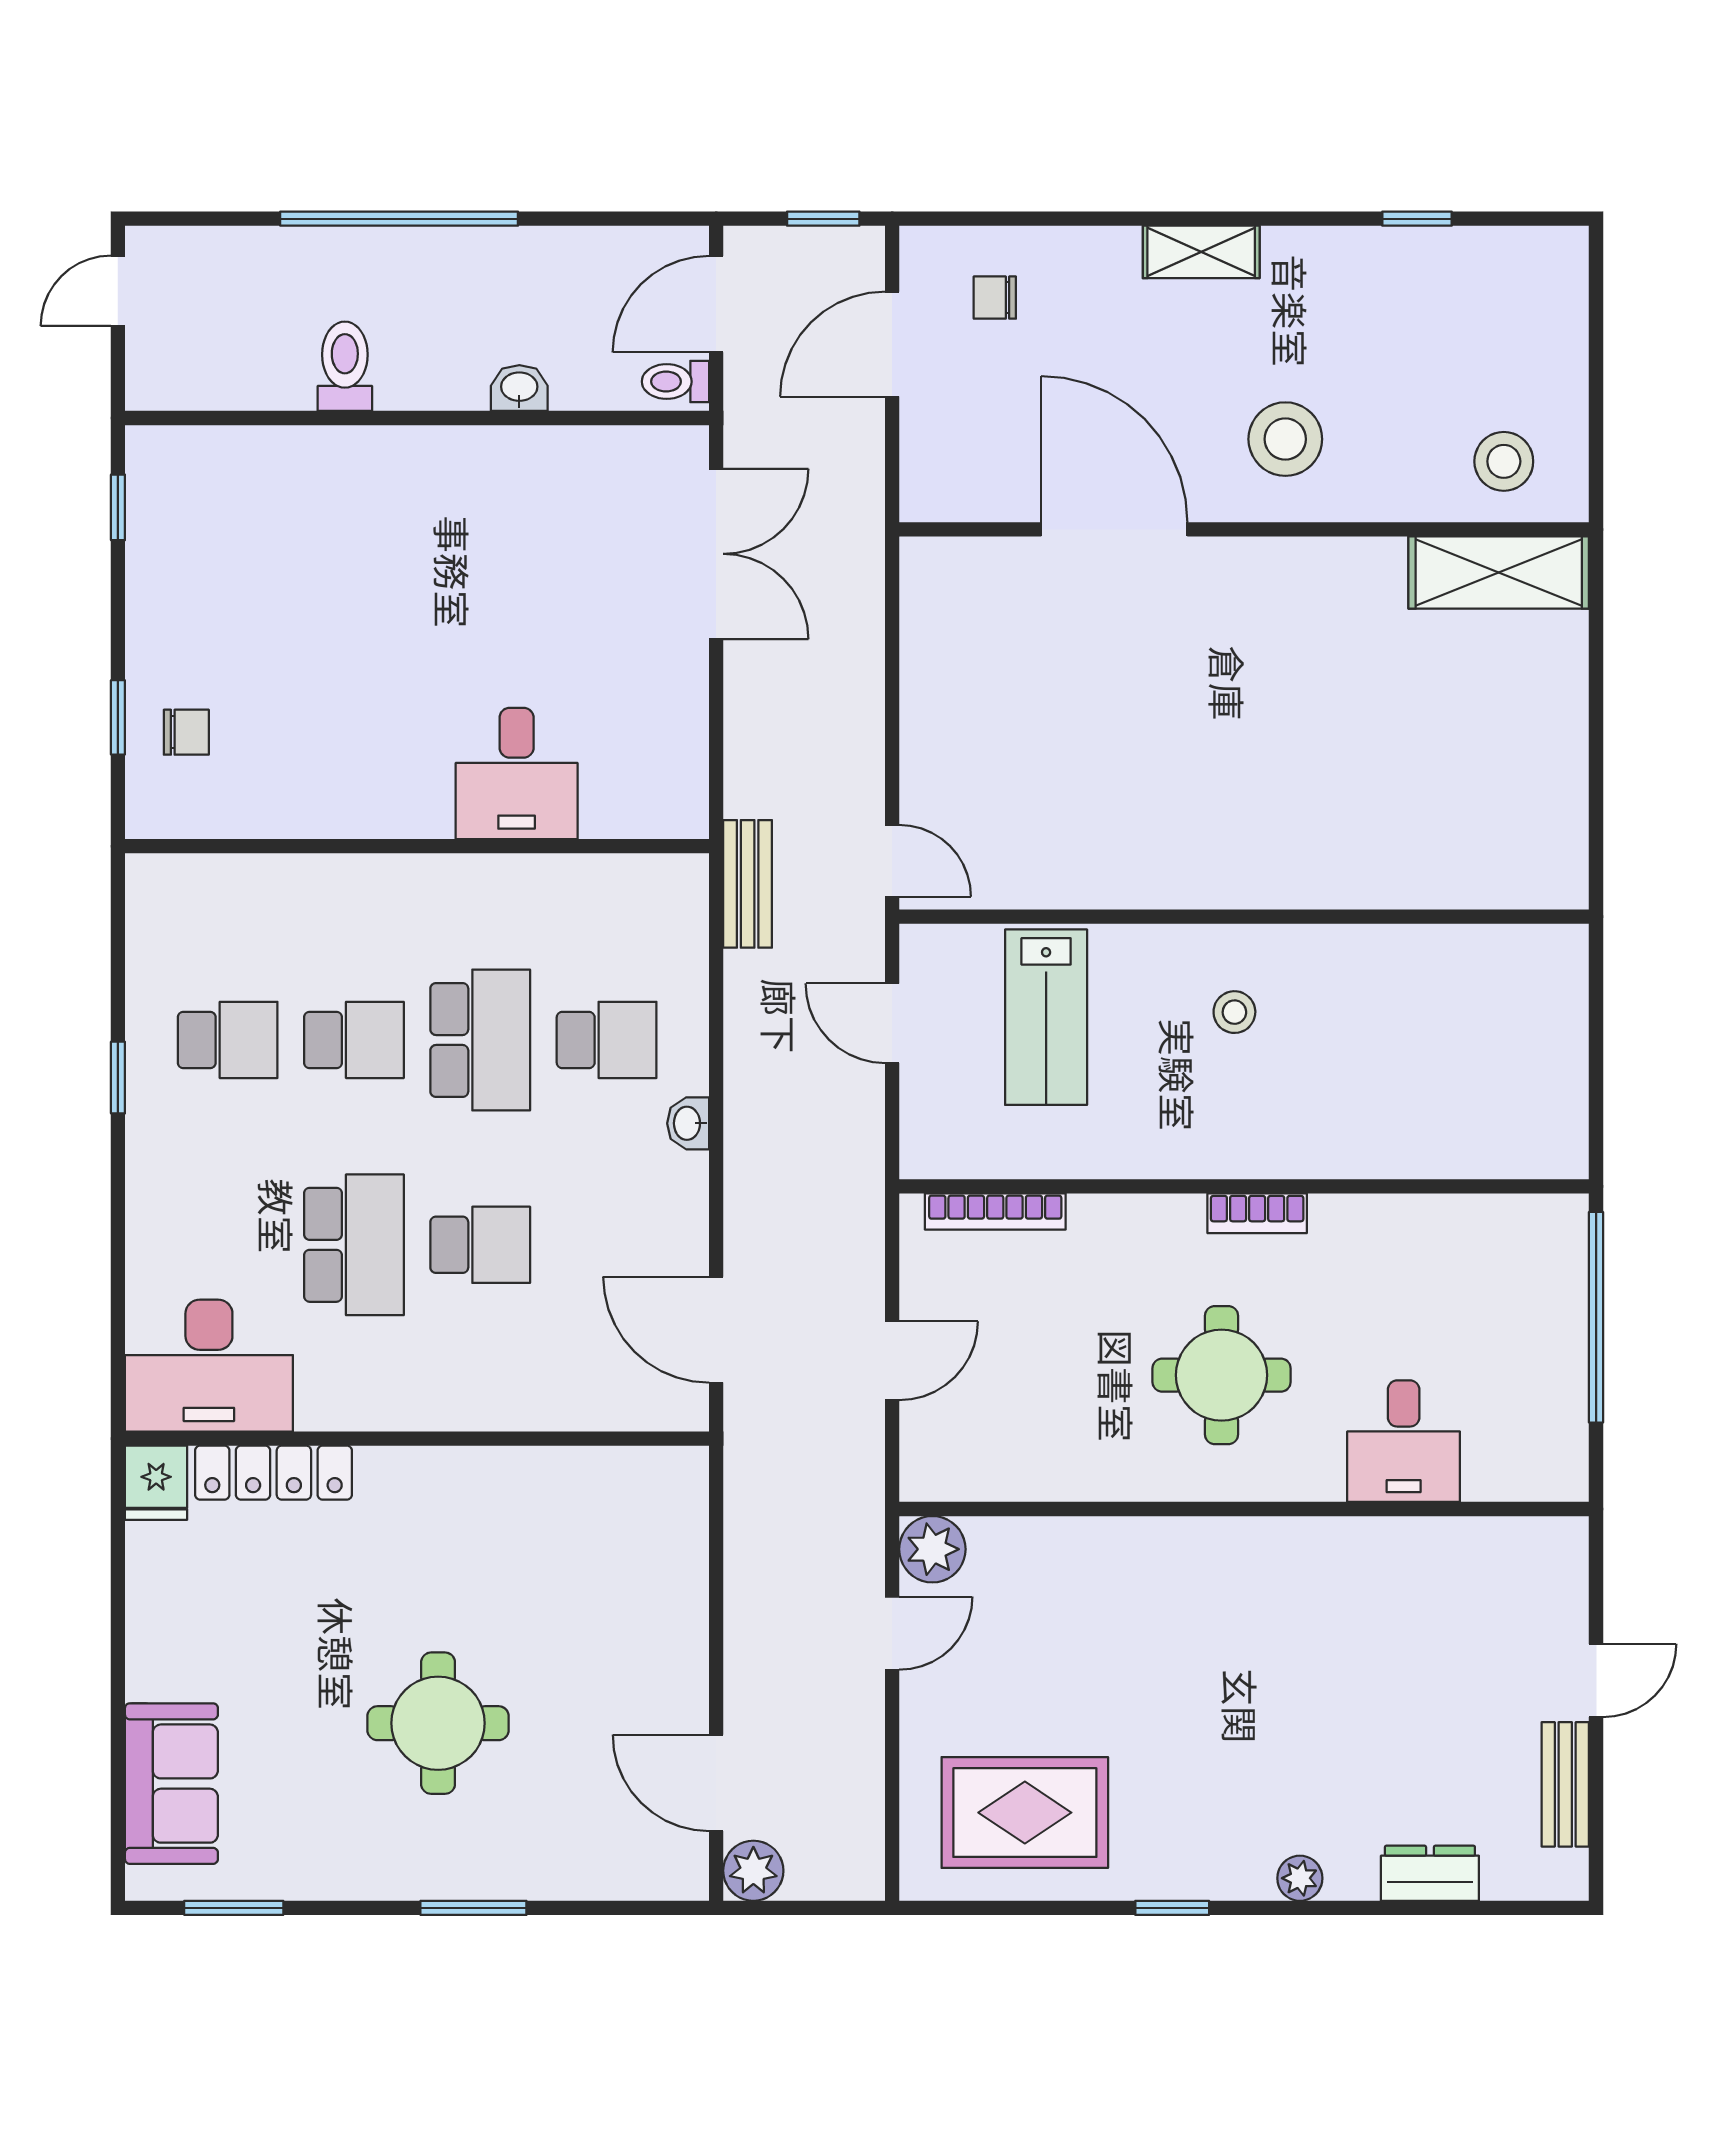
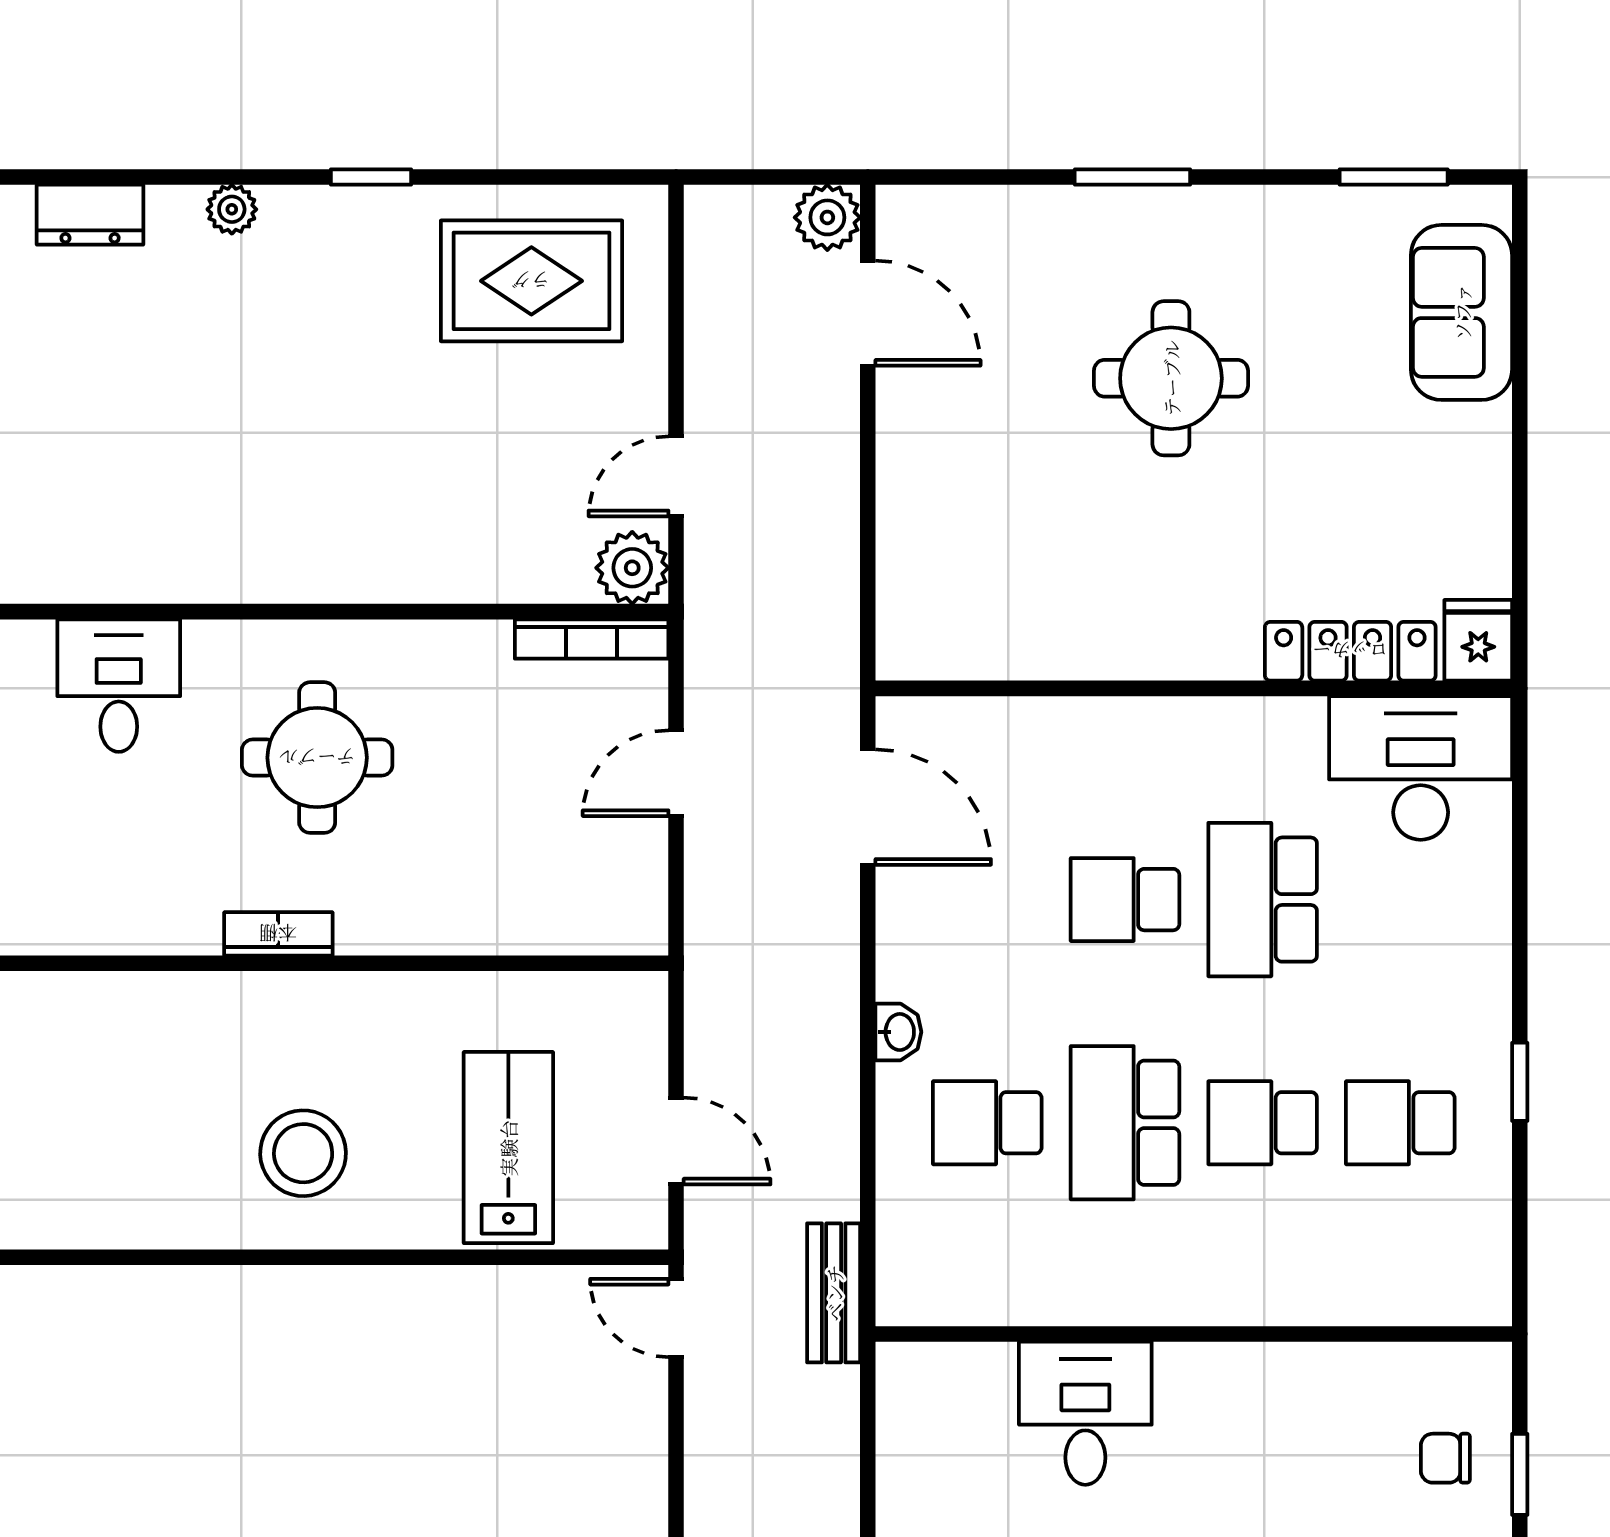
stool: (1234, 1012) -> (303, 1153), width x1.89, depth x1.89
bookcase: (995, 1211) -> (592, 639), moved, turned 180

